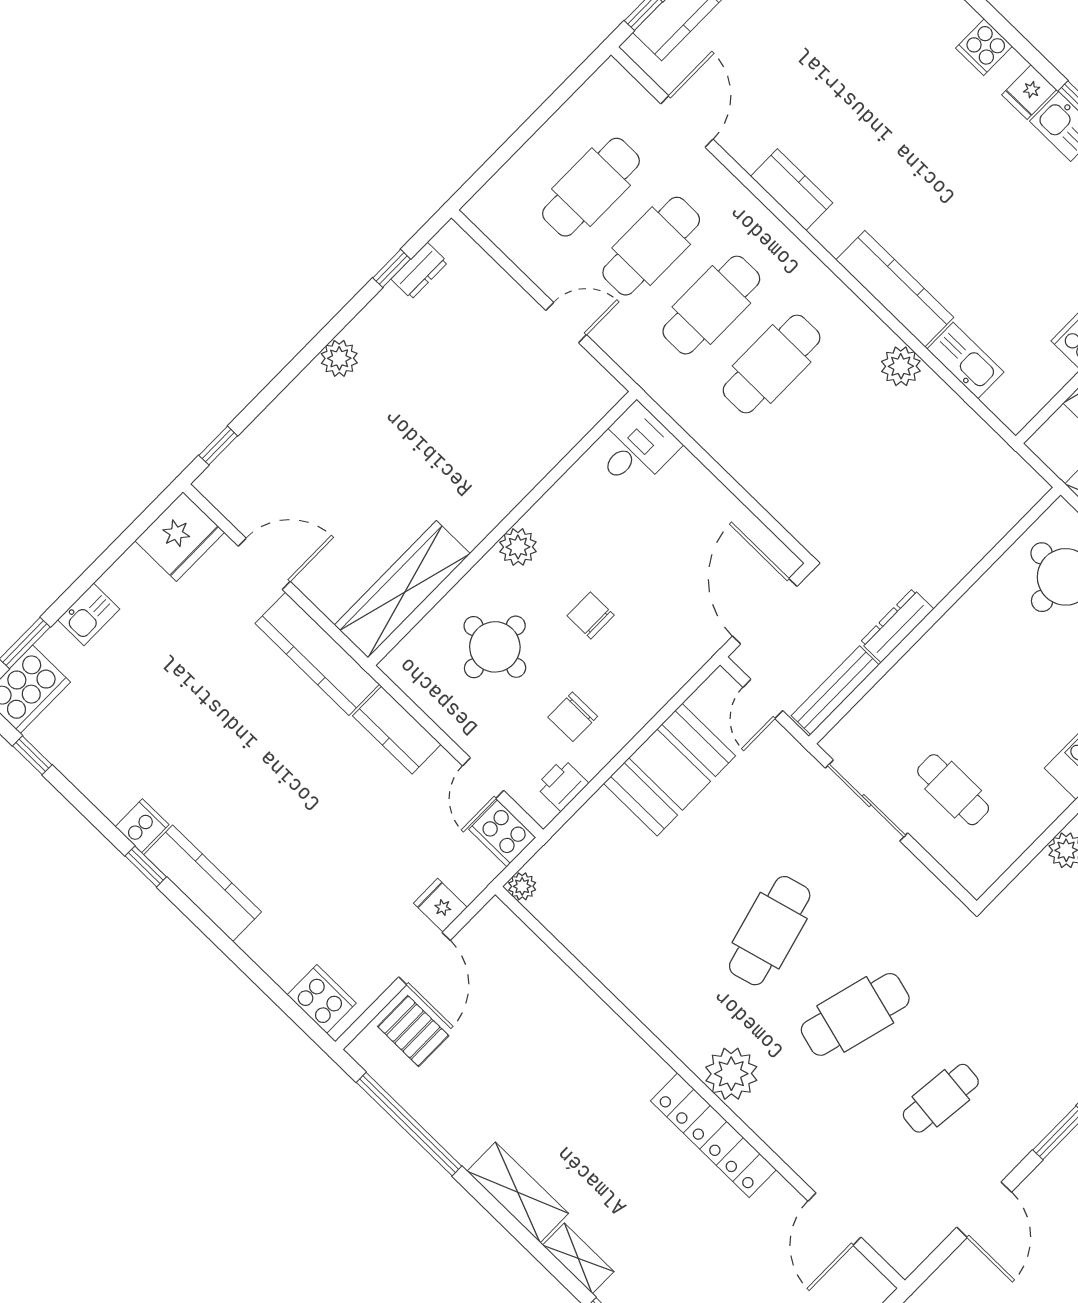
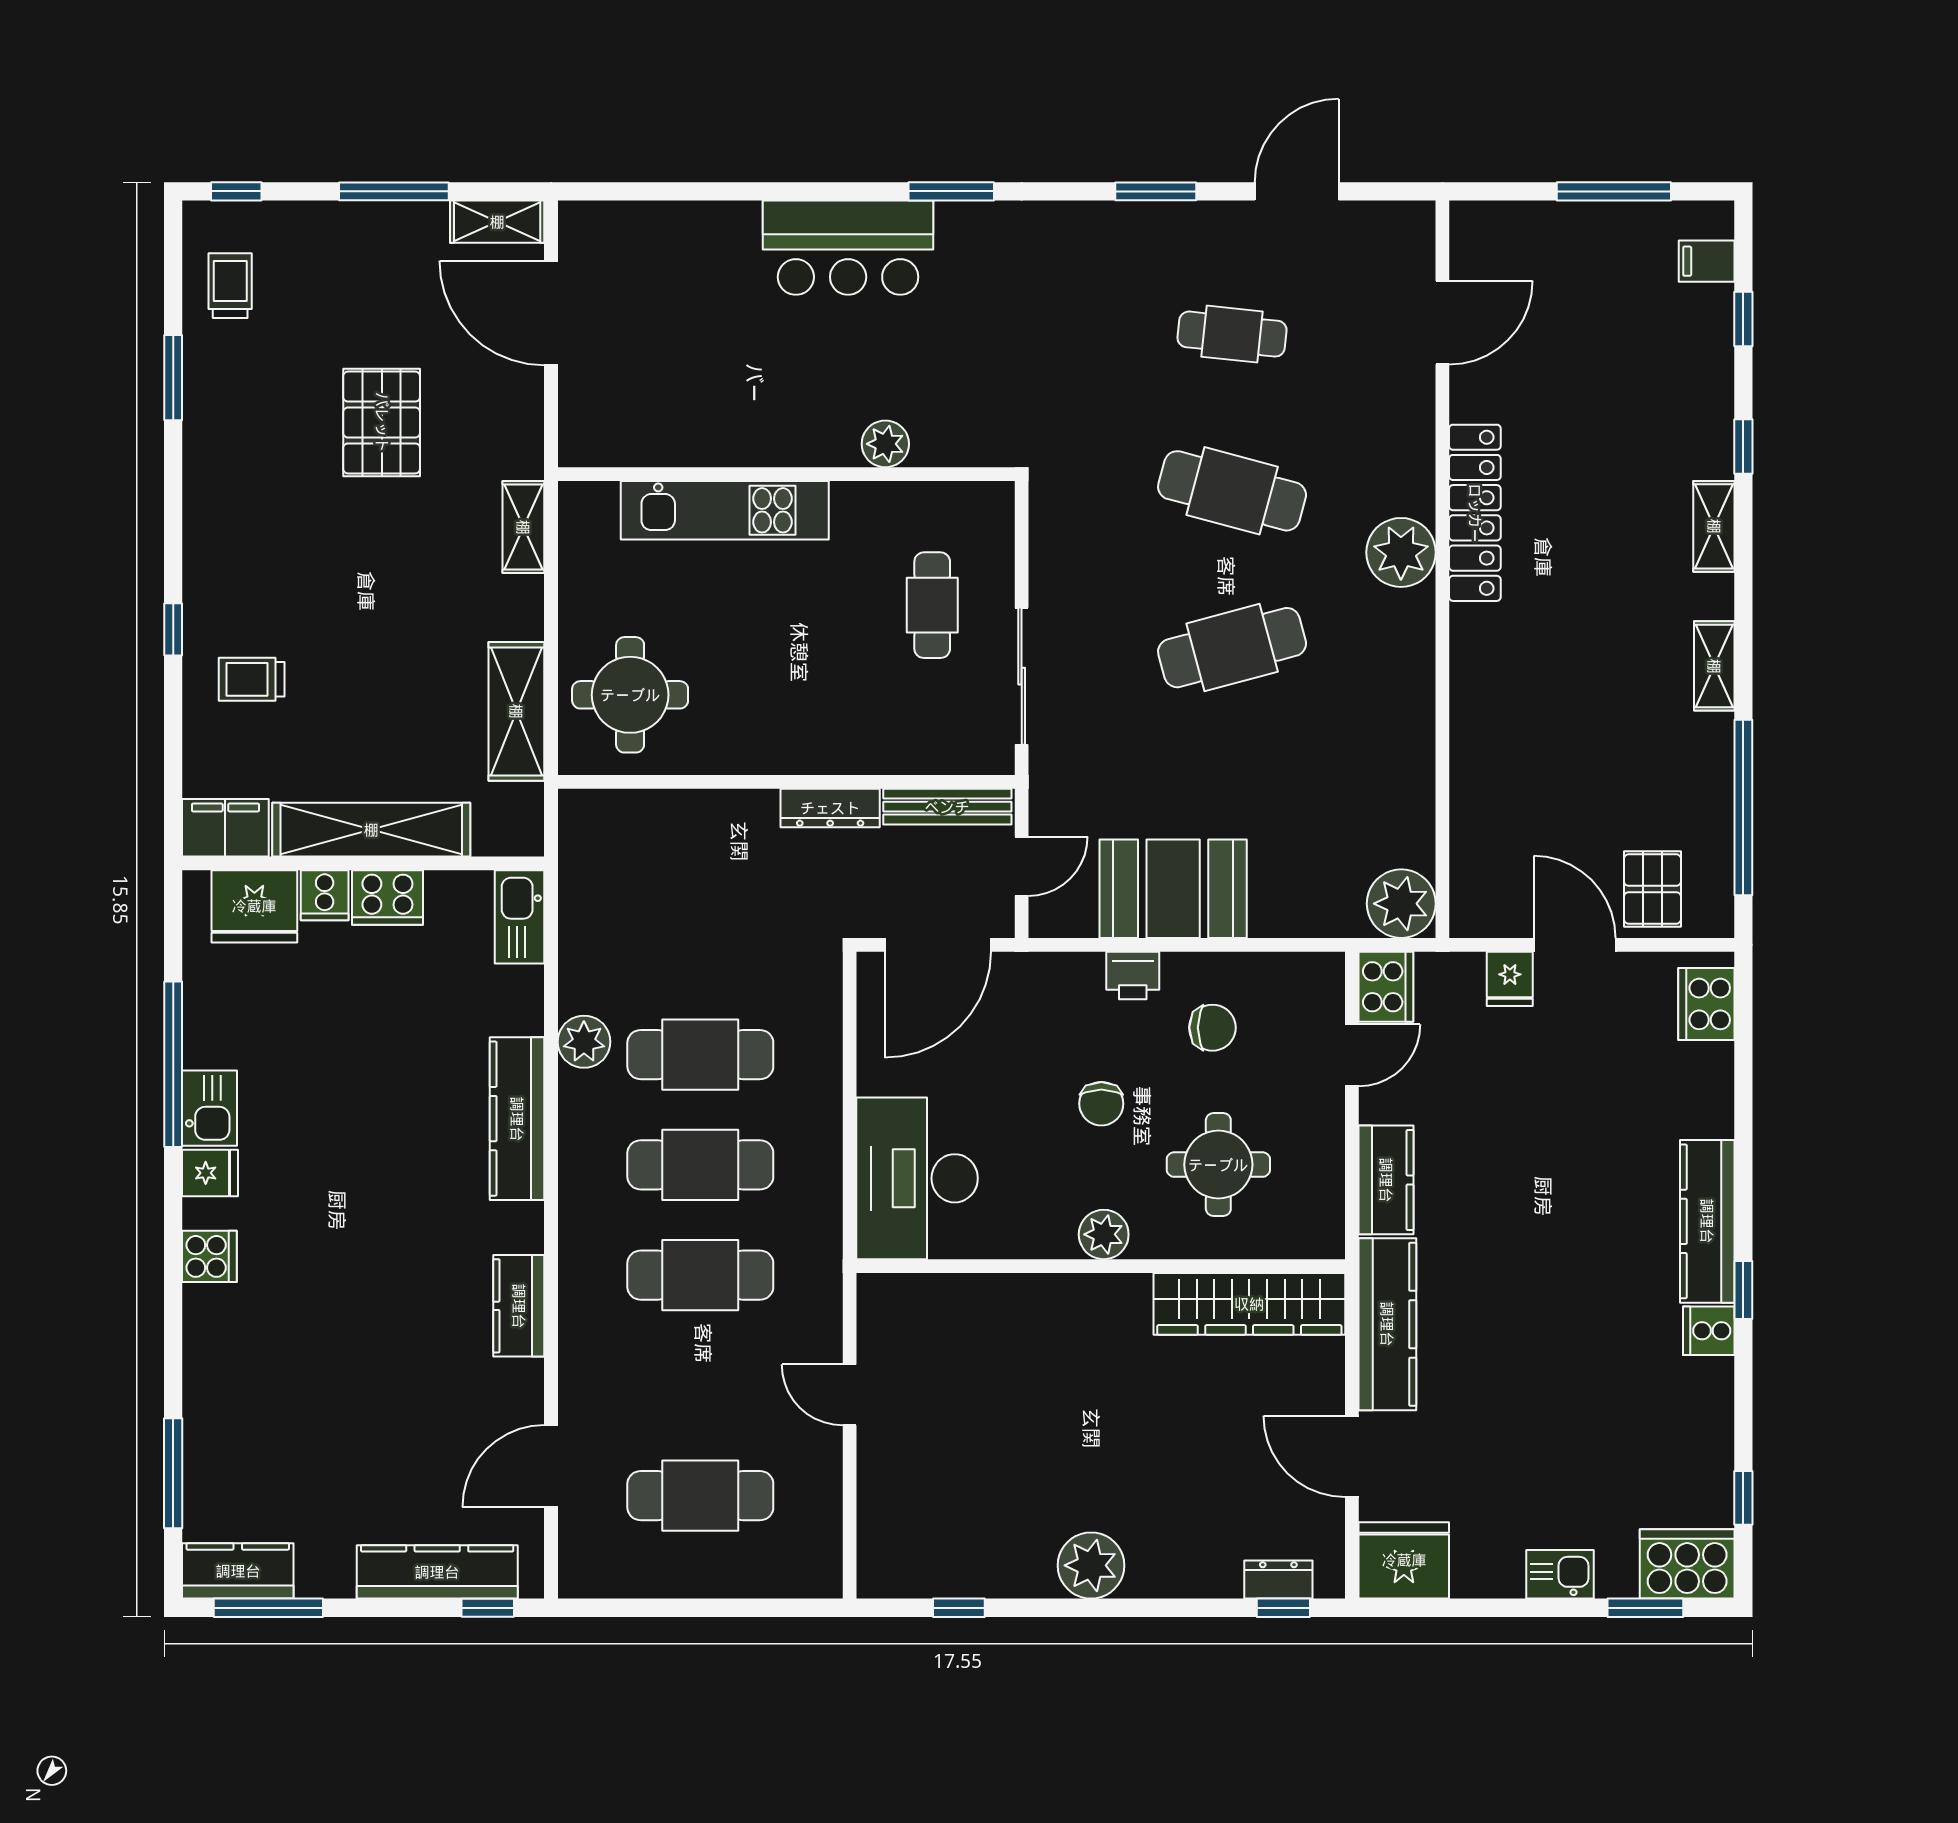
cafe table: (651, 246) -> (700, 1055), moved
dresser: (419, 271) -> (1278, 1580), moved
plant: (339, 358) -> (1091, 1565), width x1.36, depth x1.36
kitchen sink: (965, 361) -> (520, 917), moved
desk: (635, 447) -> (917, 1178), width x1.87, depth x1.30
printer: (562, 785) -> (1133, 976), moved
plant: (522, 886) -> (1401, 904), width x1.87, depth x1.87
door: (424, 959) -> (1575, 945), hinge flipped
shelving: (518, 1192) -> (1714, 666), width x0.67, depth x0.75

